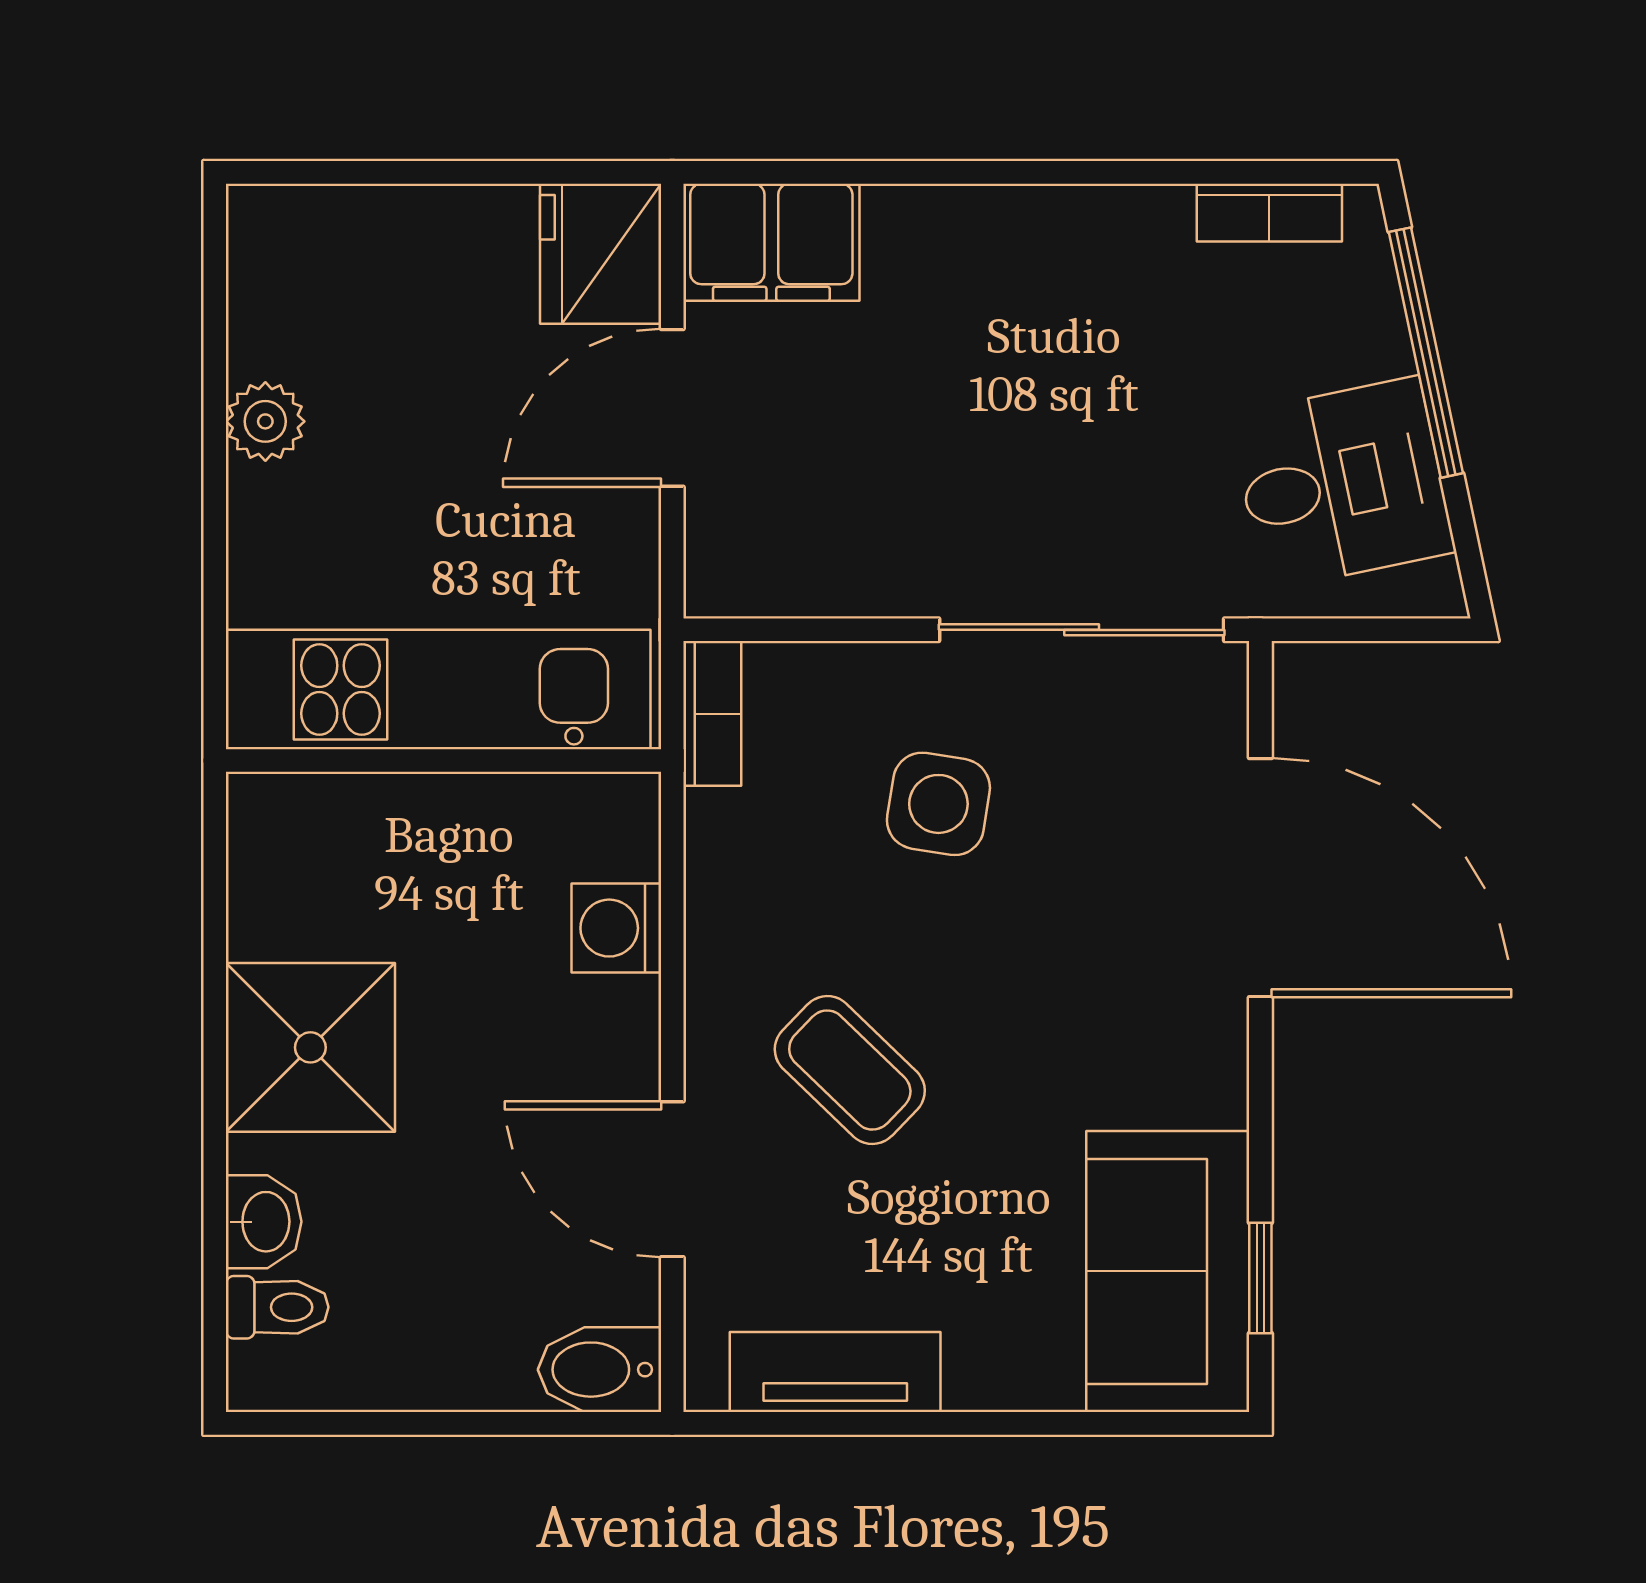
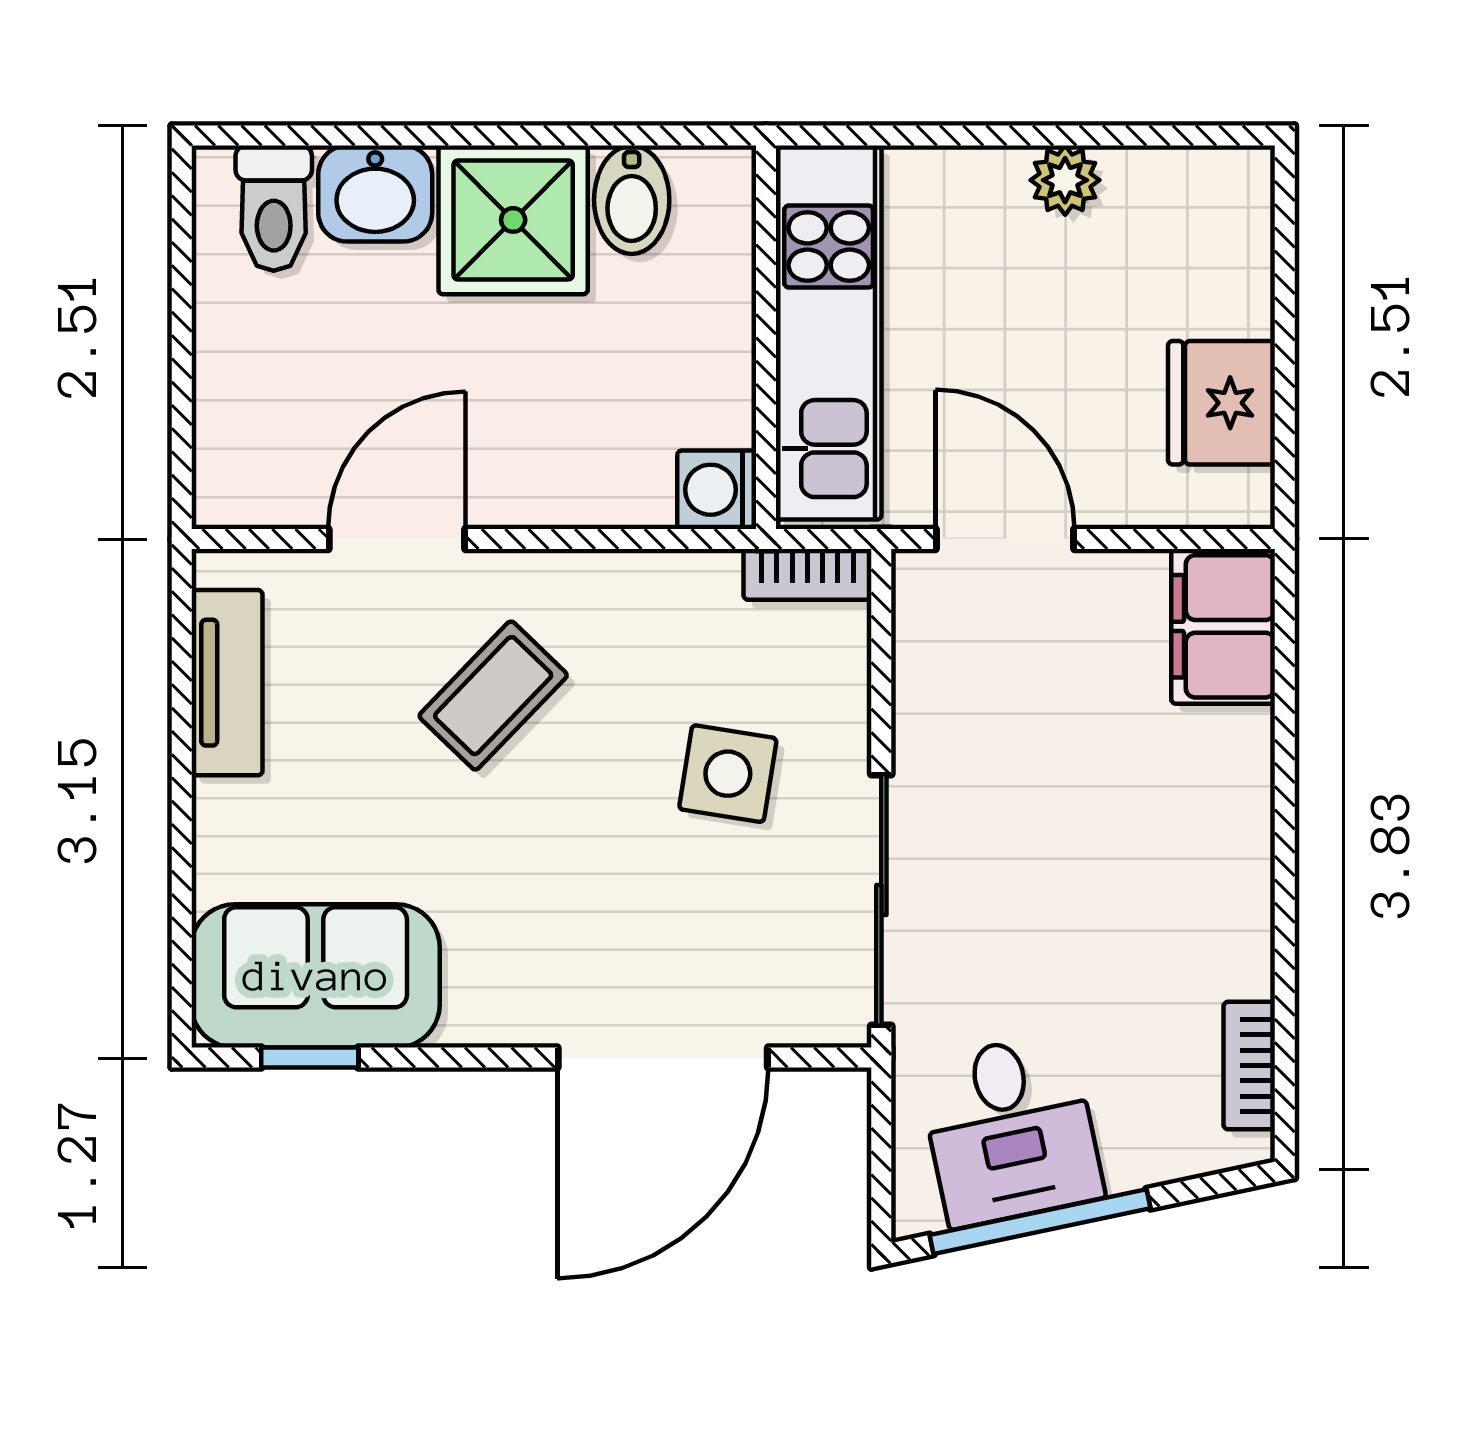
fridge: (601, 254) -> (1221, 403), moved, turned -90
window: (1426, 353) -> (1040, 1222), moved
door: (672, 408) -> (1005, 539), moved
washing machine: (616, 928) -> (717, 490), moved, turned -90
washbasin: (264, 1222) -> (375, 194), width x1.38, depth x1.45
toilet: (277, 1307) -> (274, 208), width x1.37, depth x1.39
bidet: (599, 1370) -> (632, 200), moved, turned 180

